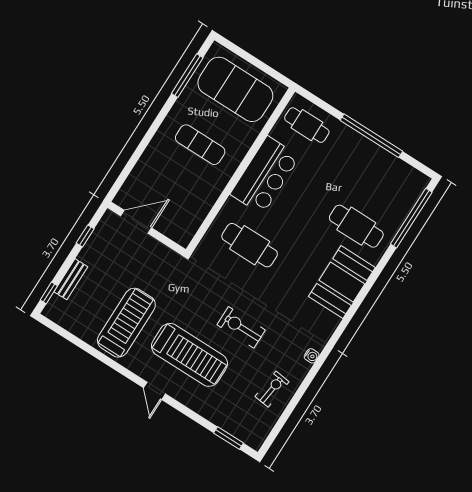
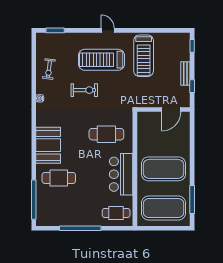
exercise mat: (200, 145) -> (163, 169), width x2.00, depth x1.45
bench: (71, 279) -> (185, 74), moved

